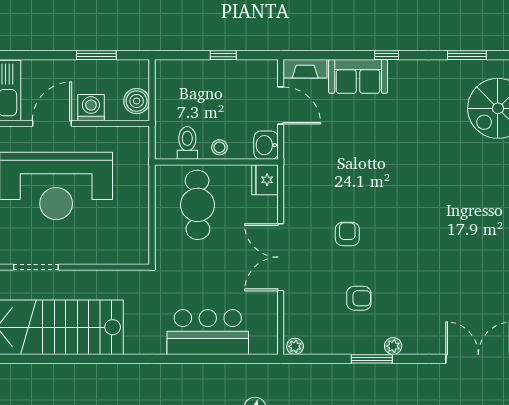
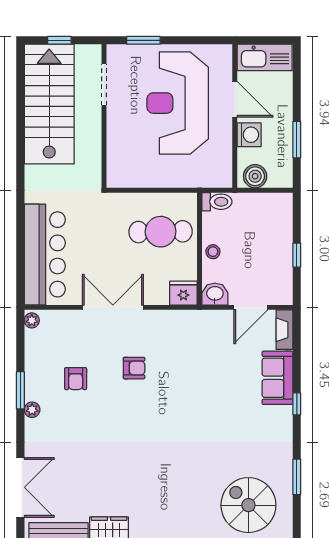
toilet: (187, 143) -> (217, 202), moved
bar counter: (208, 332) -> (45, 254), width x1.36

